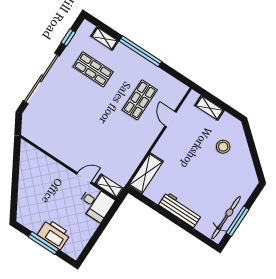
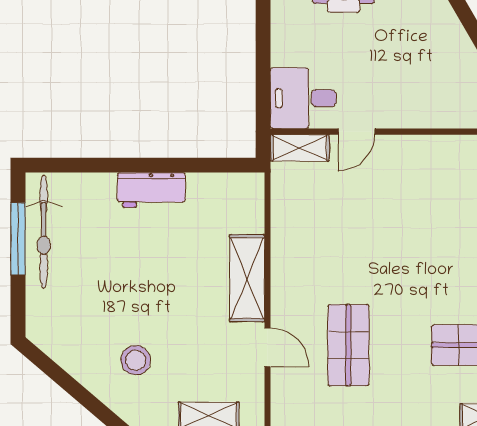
shelving: (146, 173) -> (247, 278), moved
workbench: (180, 210) -> (151, 190), width x0.73

